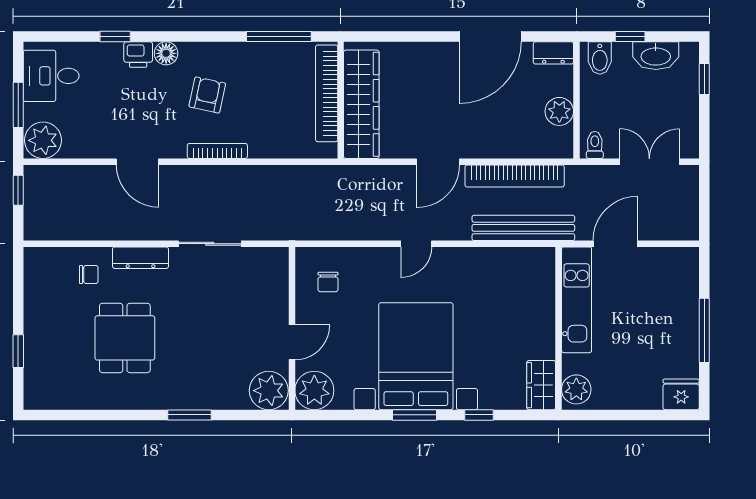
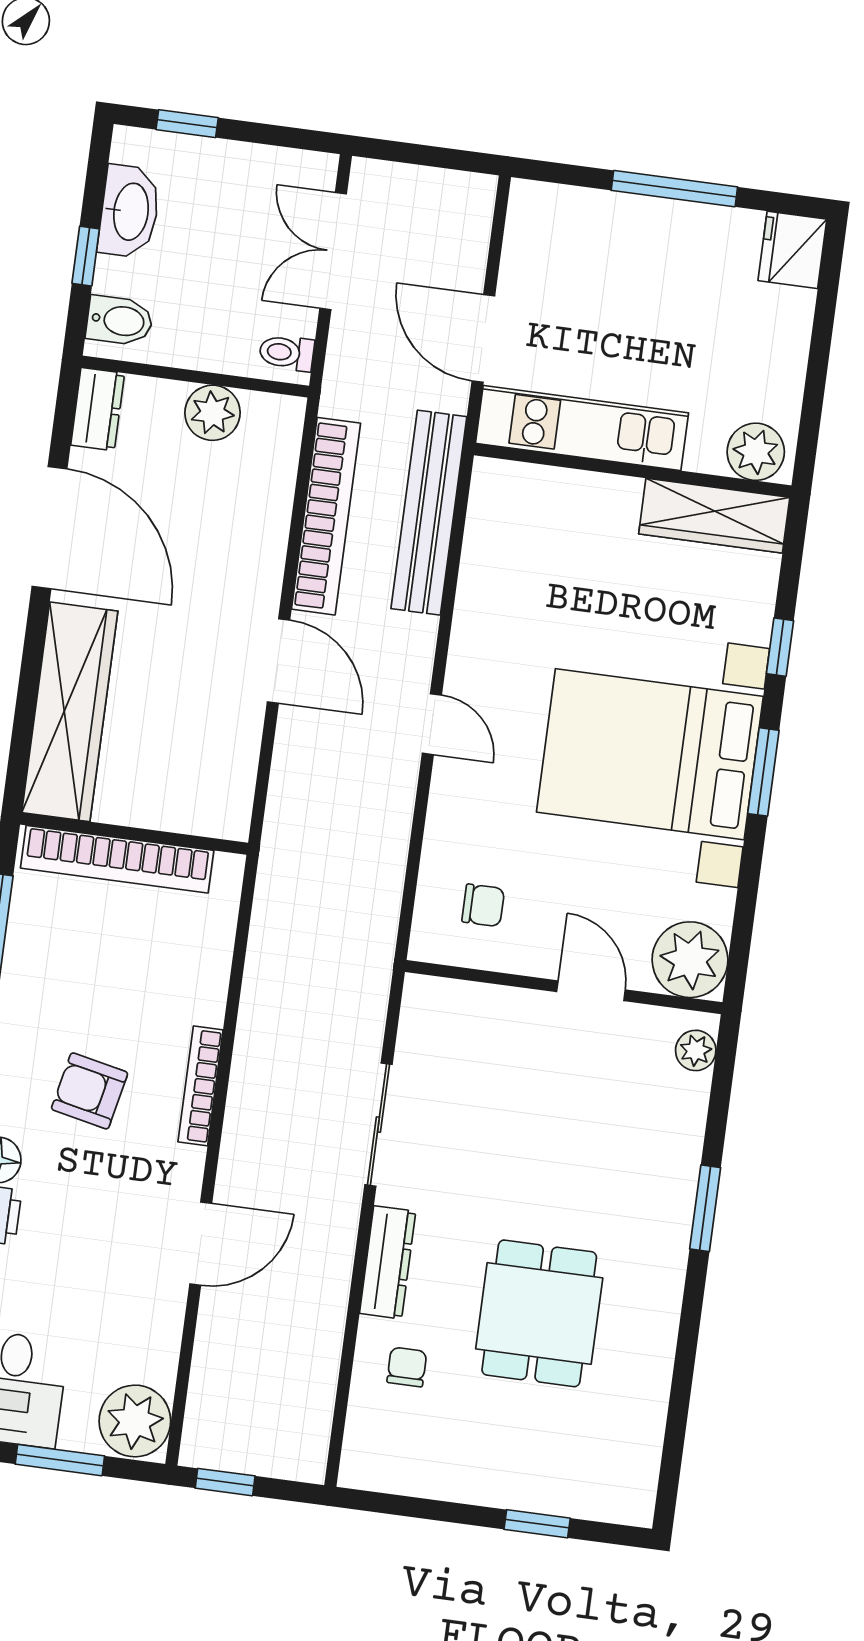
wardrobe: (361, 104) -> (70, 712), moved, turned 90
dining table: (125, 338) -> (539, 1313), turned 90
wardrobe: (541, 385) -> (714, 516), width x1.50
plant: (269, 391) -> (696, 1050), width x0.53, depth x0.53

